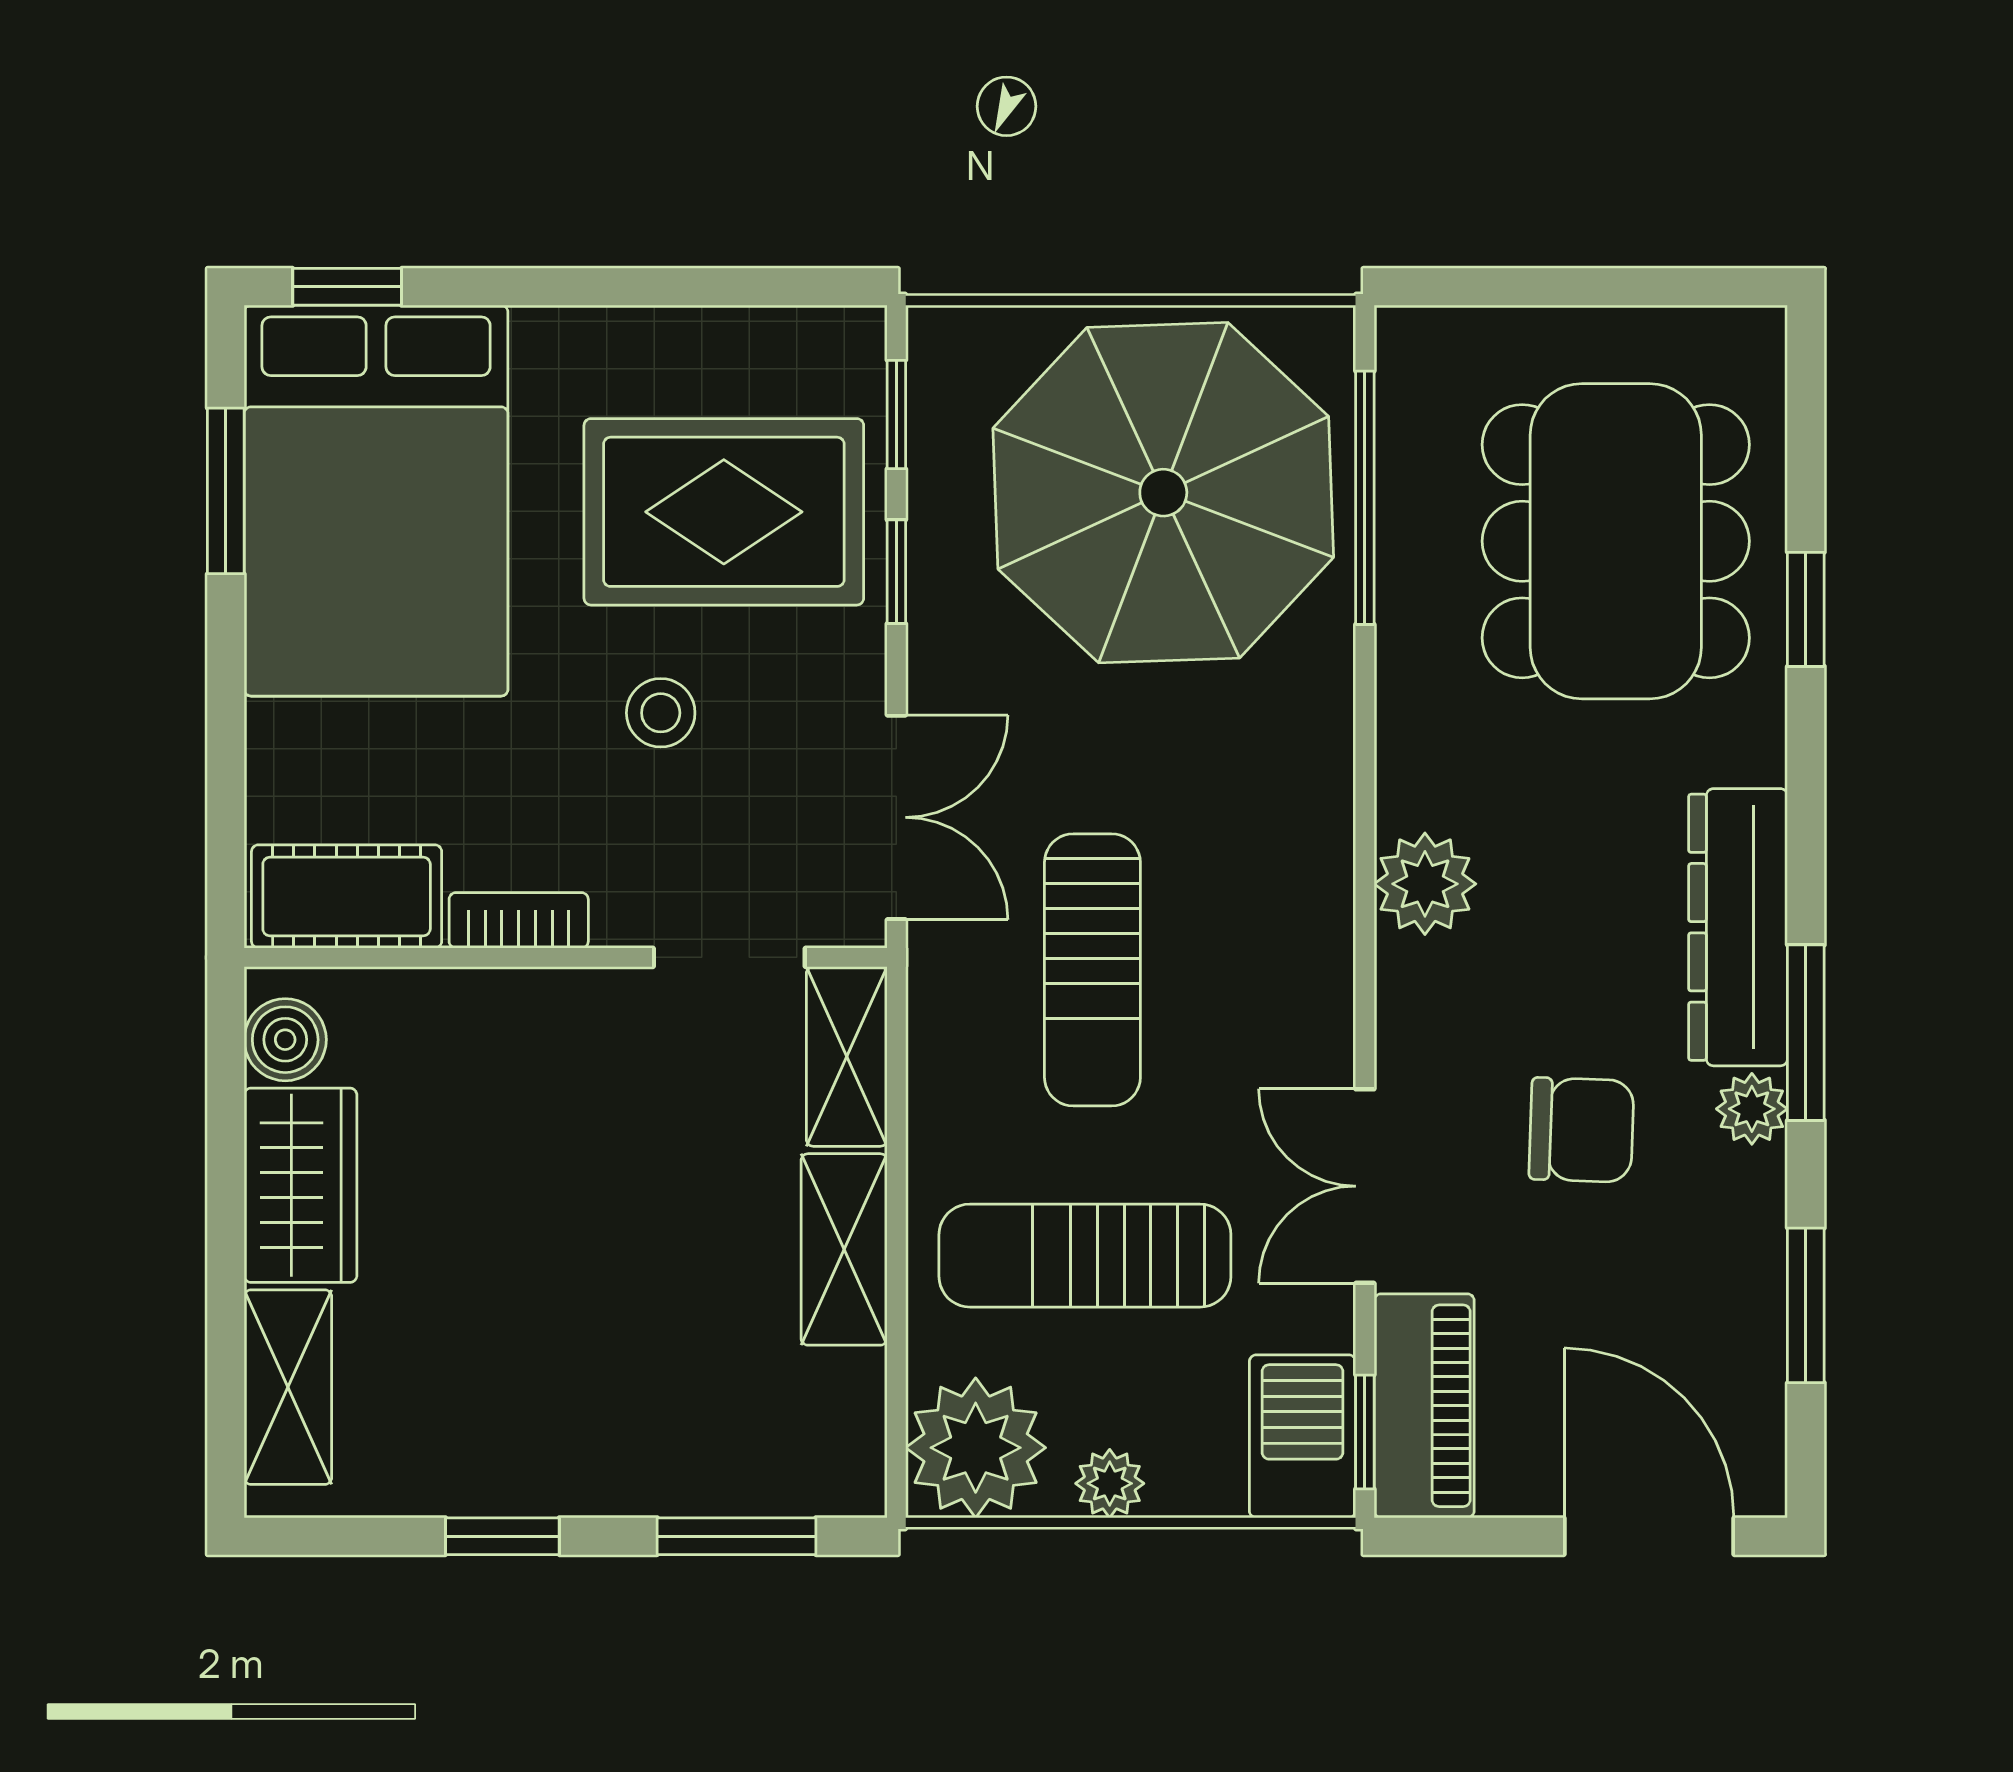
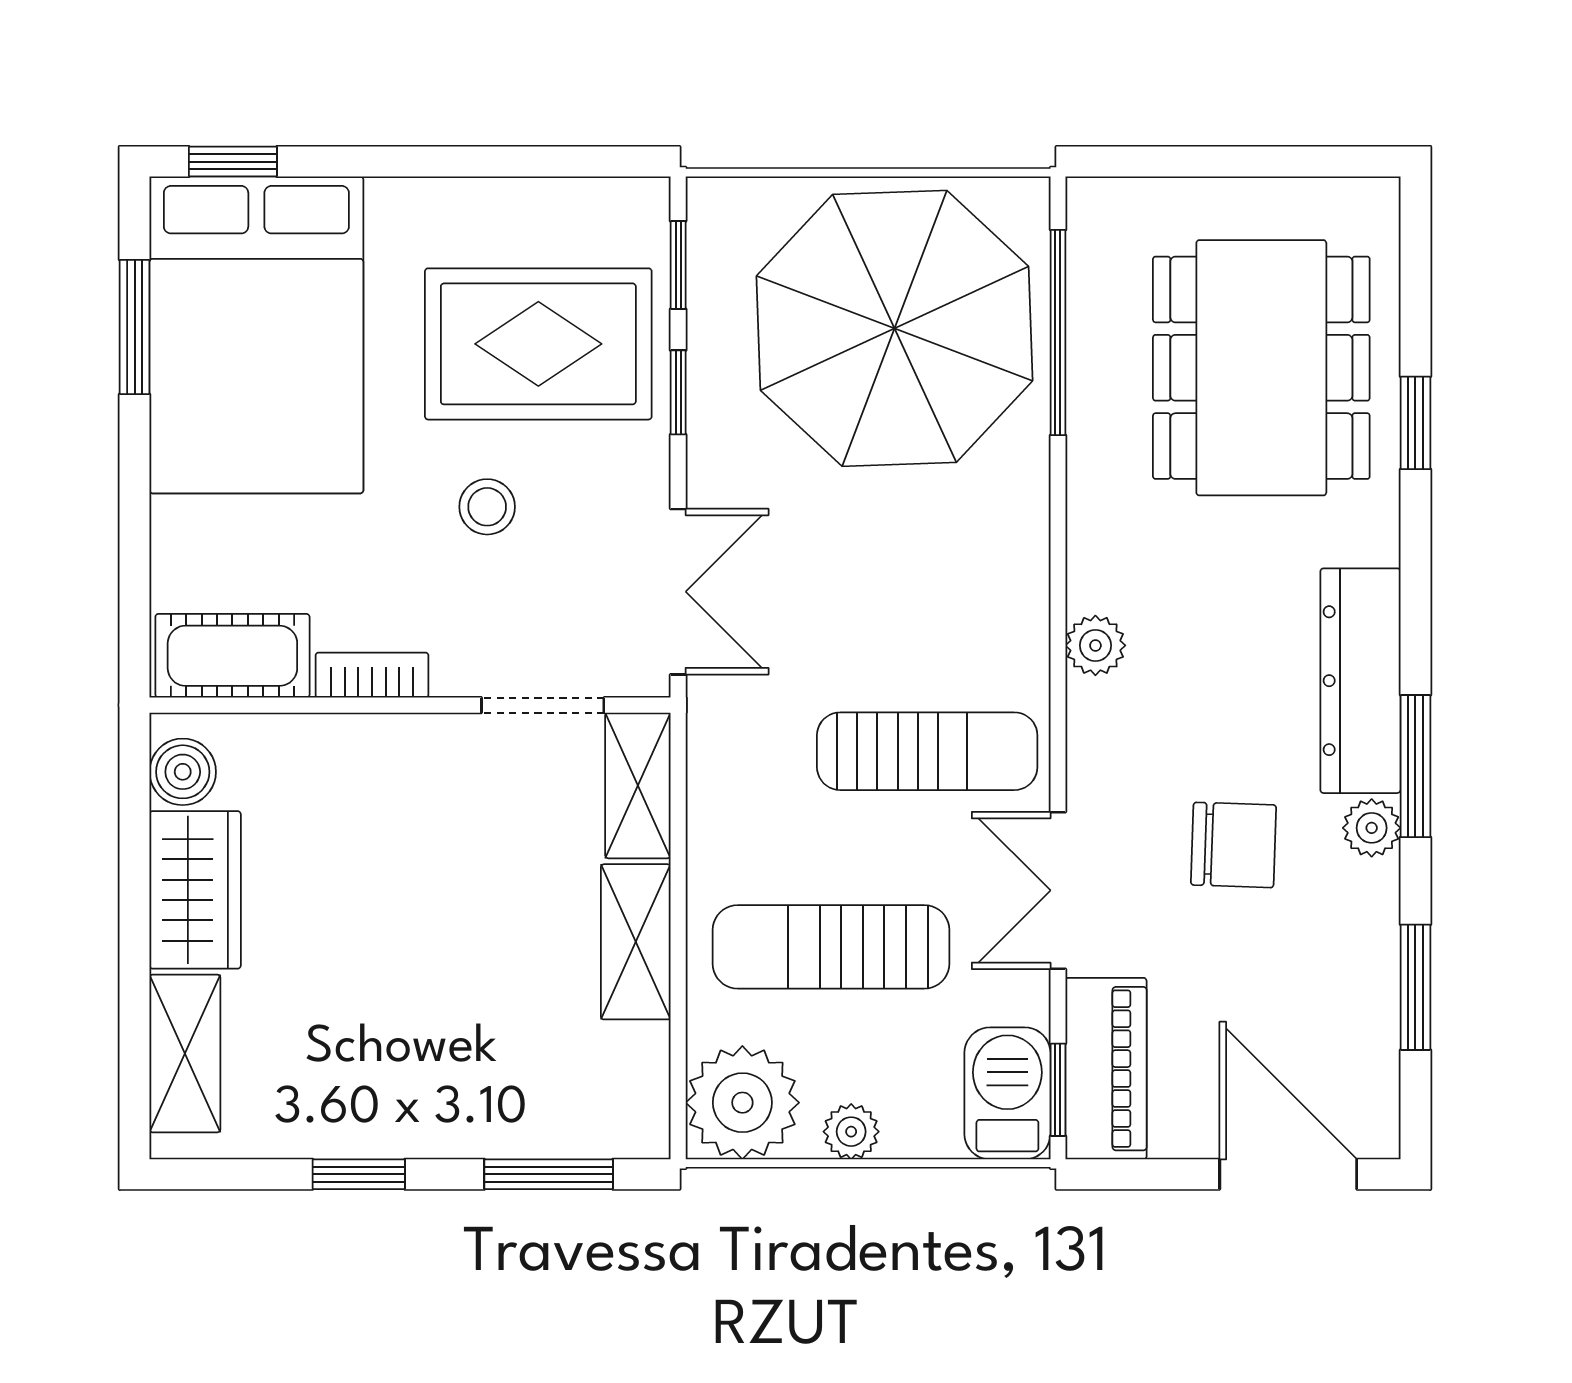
plant: (1425, 884) -> (1095, 645), width x0.73, depth x0.73
sun lounger: (1092, 970) -> (927, 751), moved, turned -90

